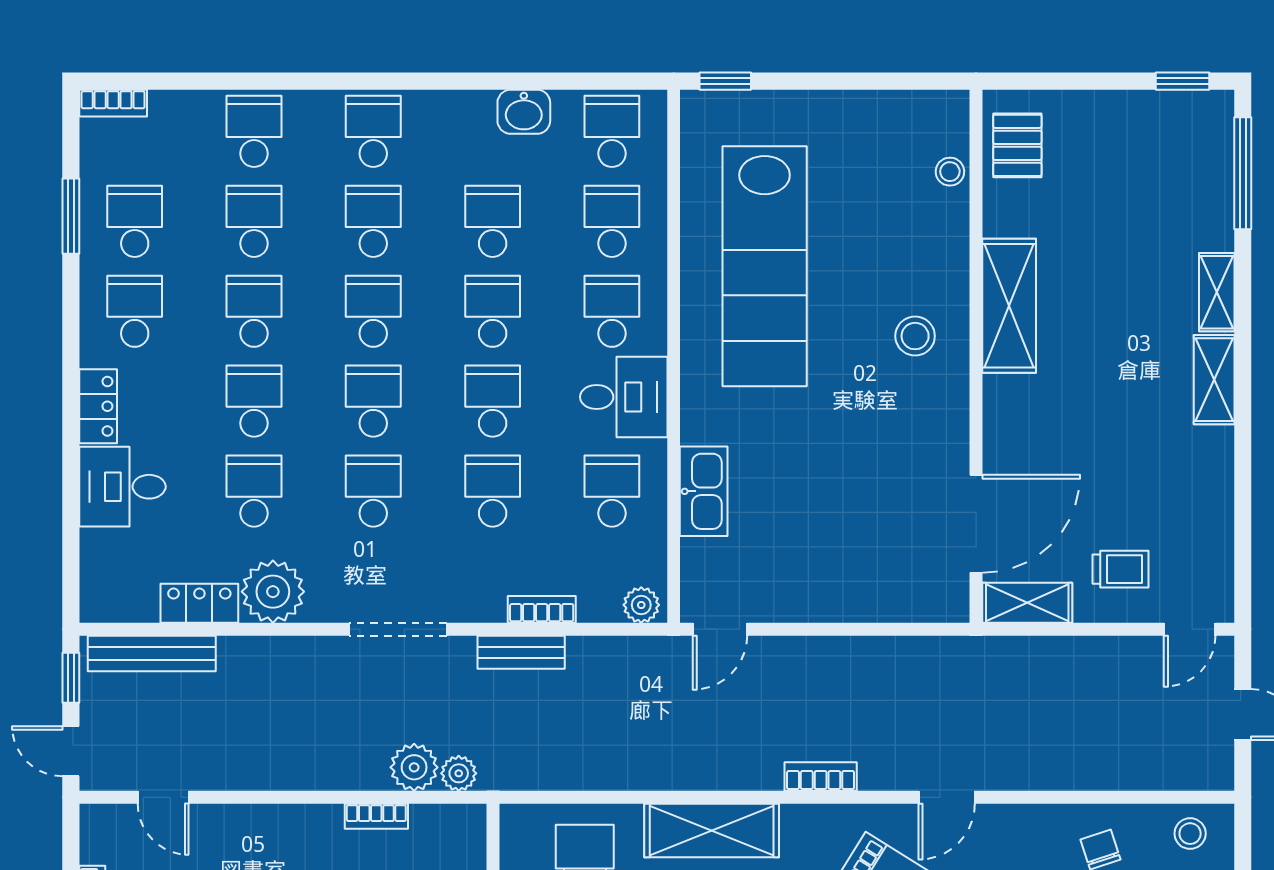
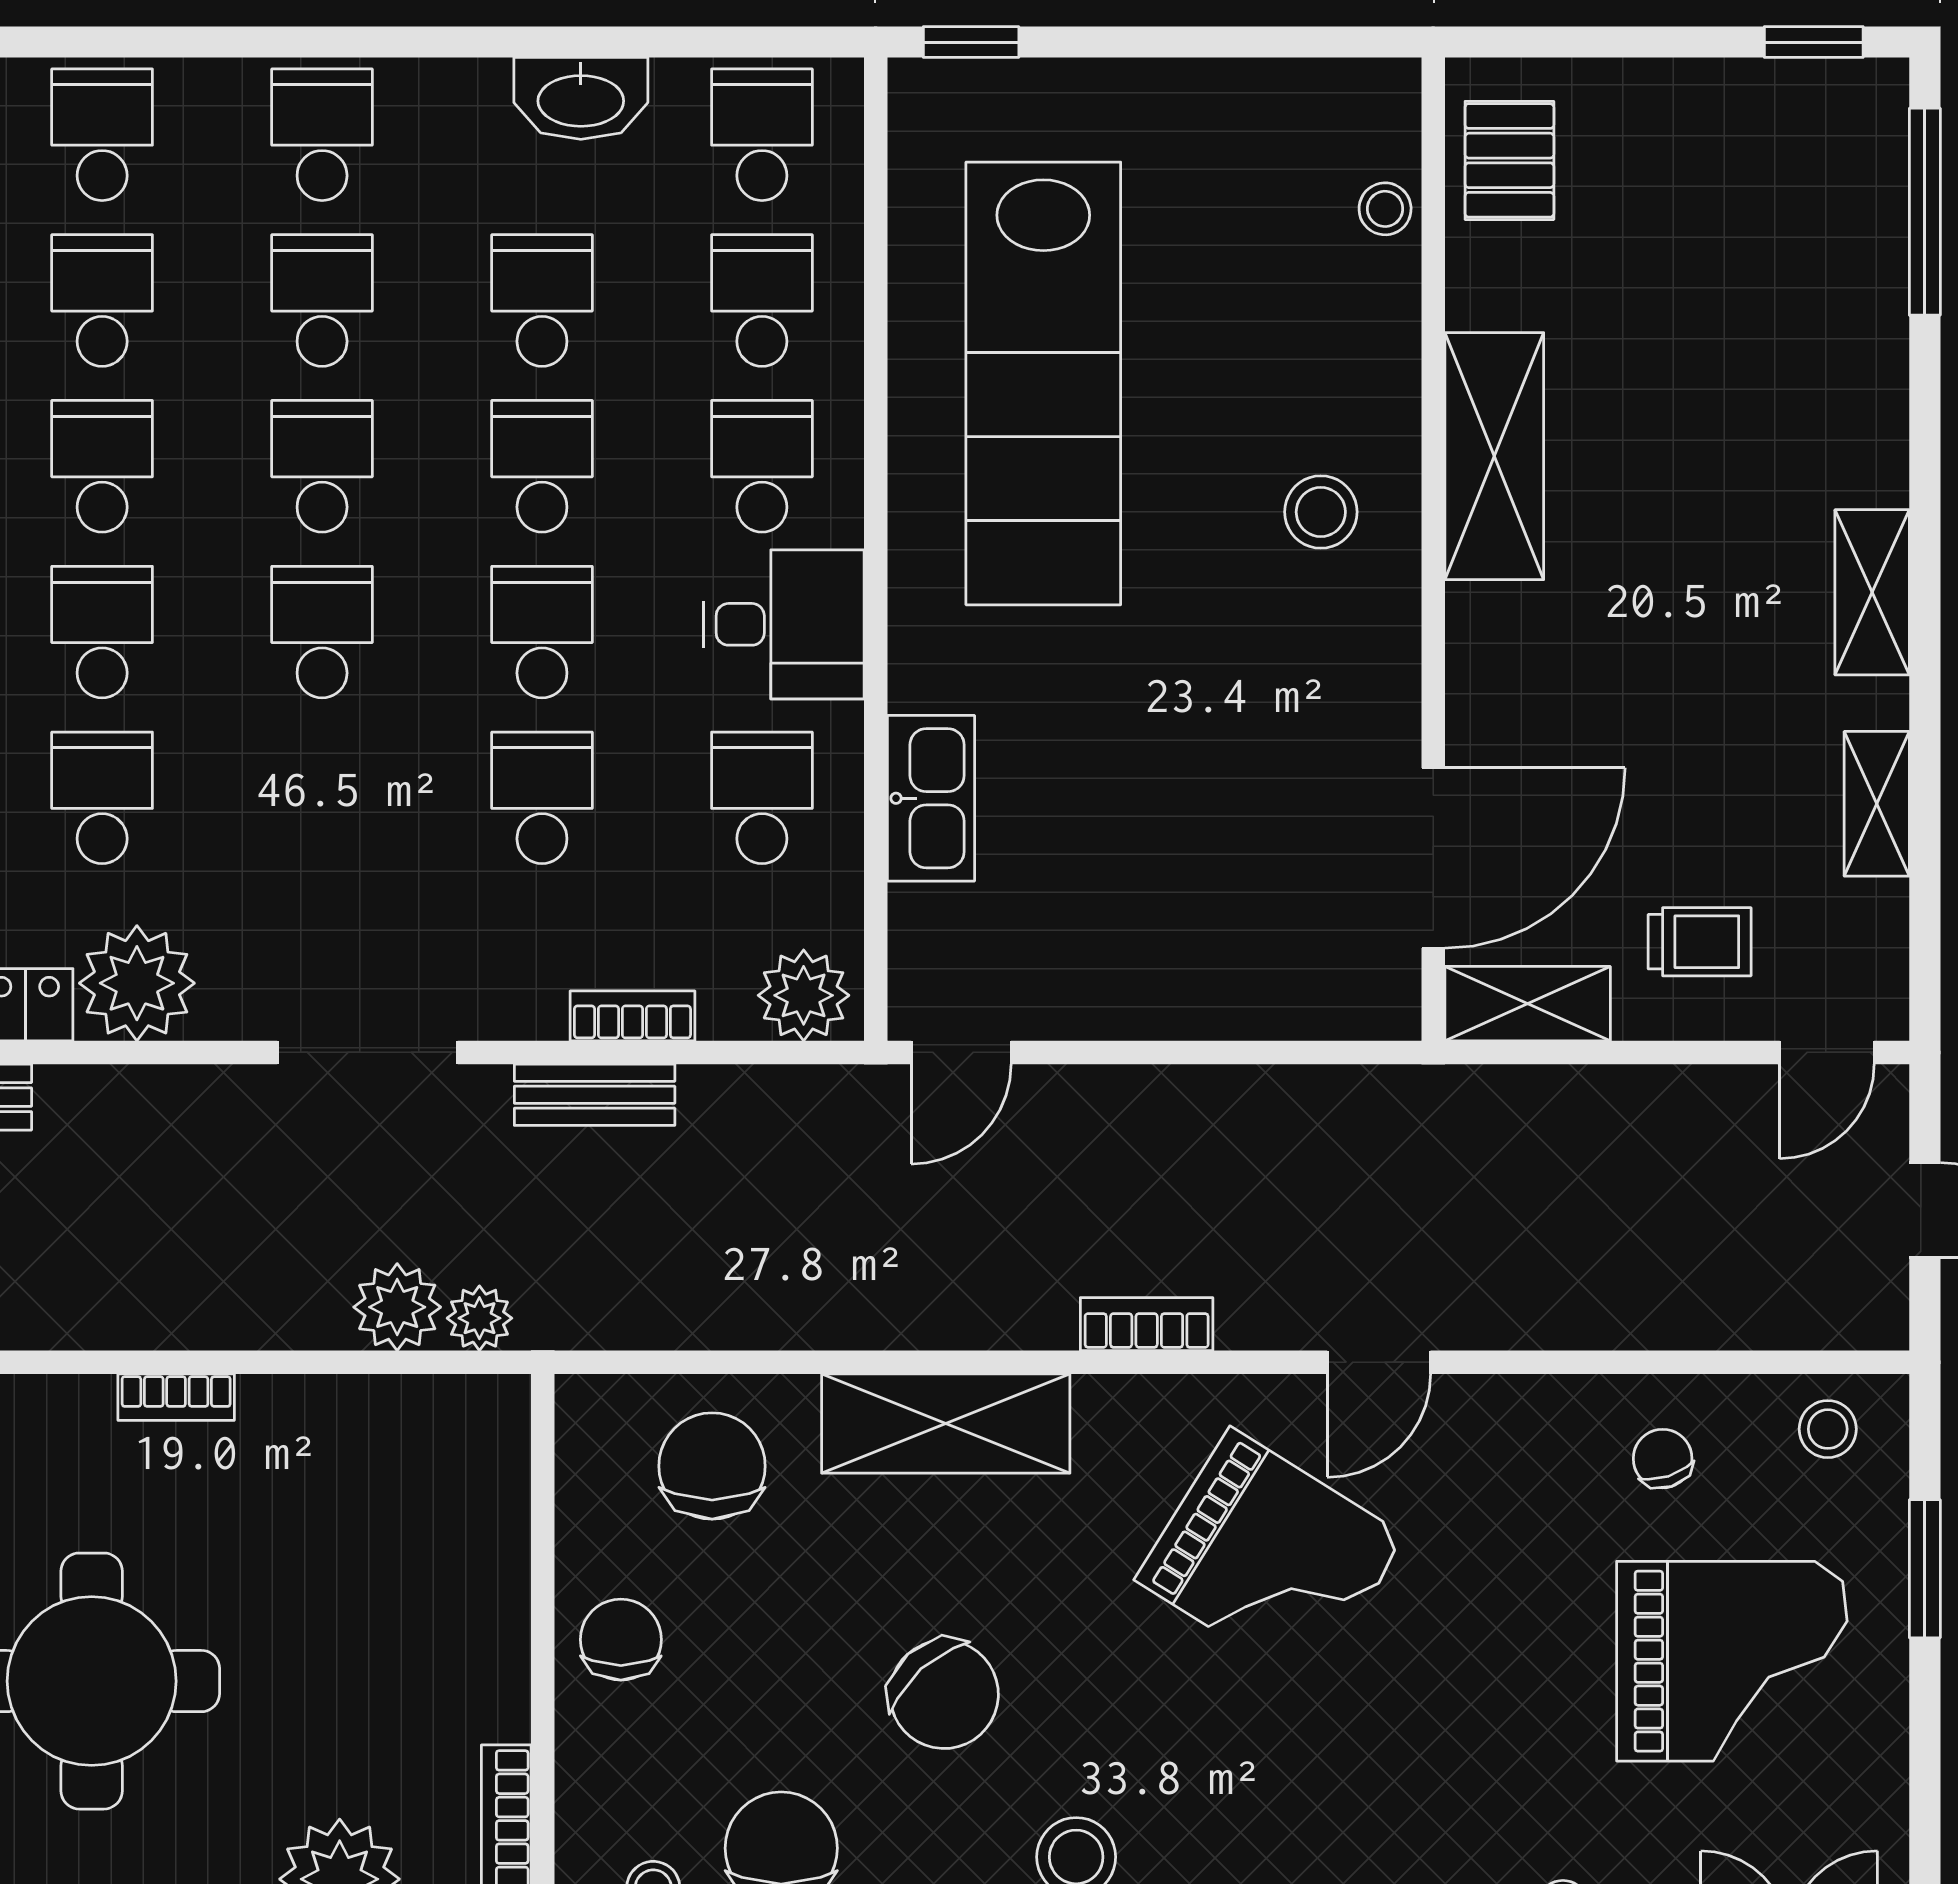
washbasin: (524, 112) -> (581, 98), width x1.38
shelving: (1217, 292) -> (1877, 804), moved
school desk: (373, 491) -> (322, 798), removed
plant: (641, 605) -> (804, 995), width x1.38, depth x1.38
bookcase: (376, 816) -> (176, 1397), moved

